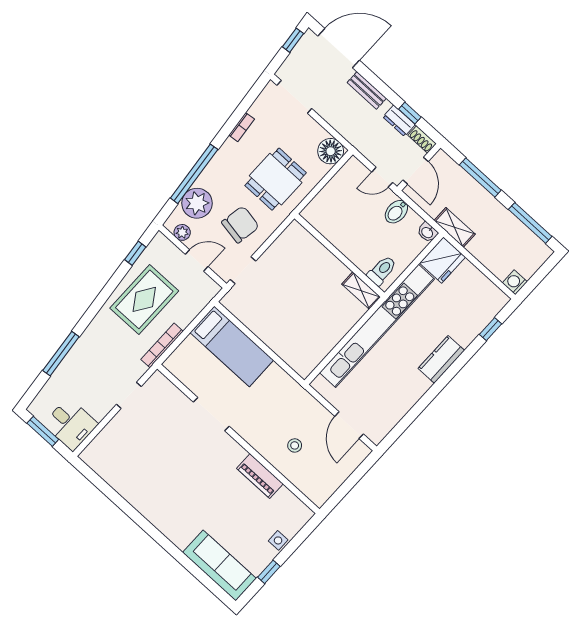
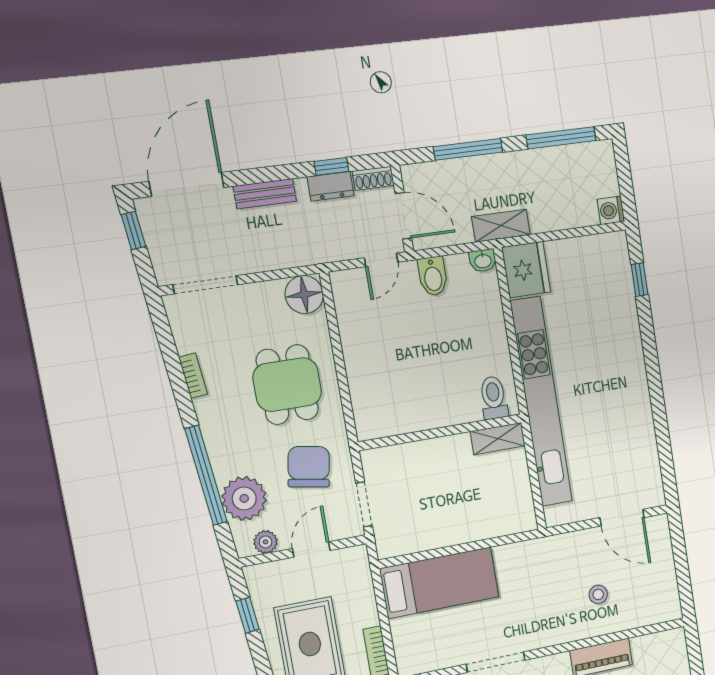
wall: (339, 256) -> (441, 432), moved
toilet: (382, 271) -> (494, 398), moved
shelving: (361, 291) -> (498, 439), moved
kitchen counter: (441, 359) -> (630, 360), removed

